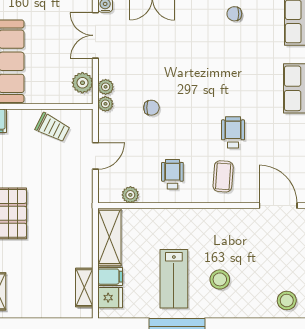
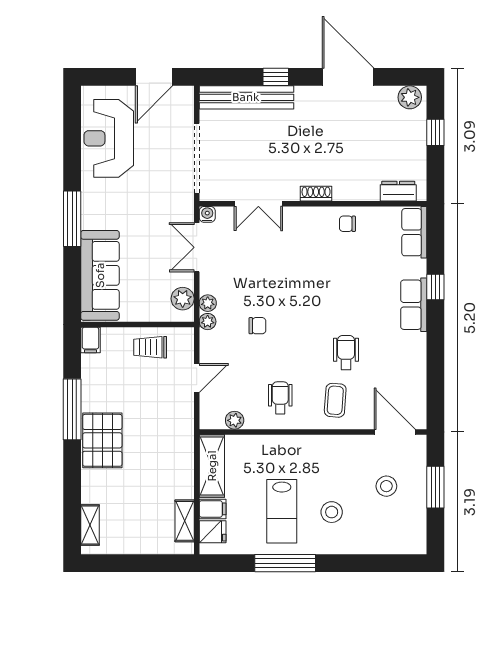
trolley: (52, 128) -> (150, 347), turned 153
stool: (287, 301) -> (386, 486), moved

